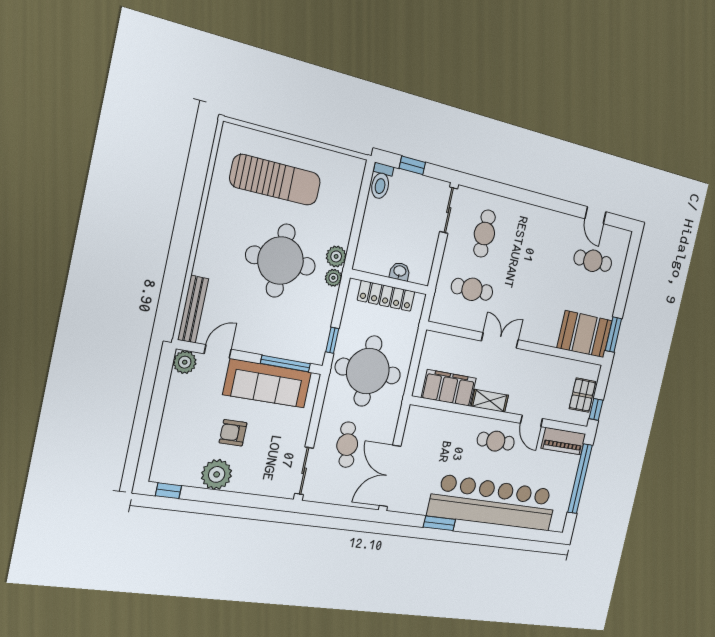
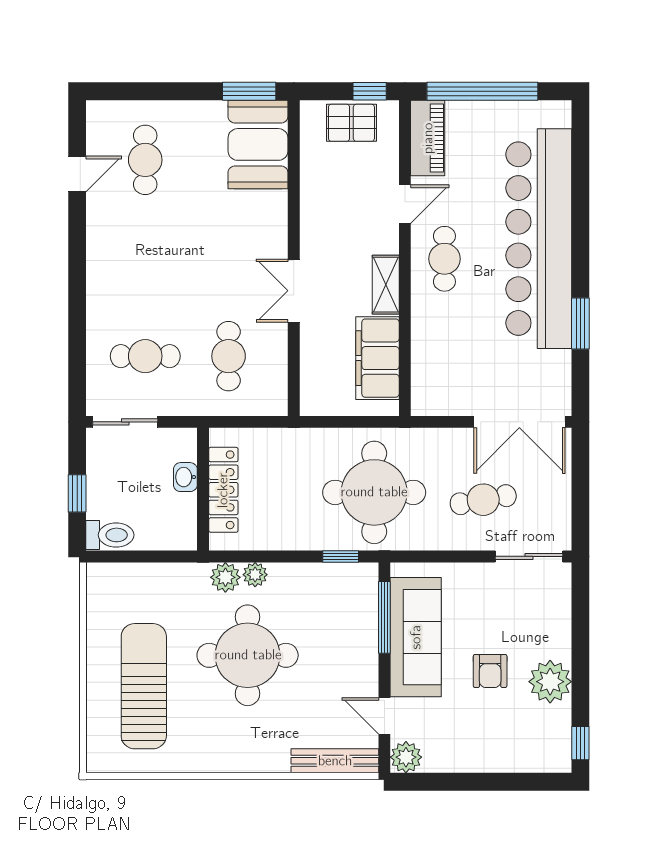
washbasin: (400, 271) -> (185, 477), moved
wall: (390, 282) -> (203, 489), moved
locker: (386, 296) -> (223, 490), moved

